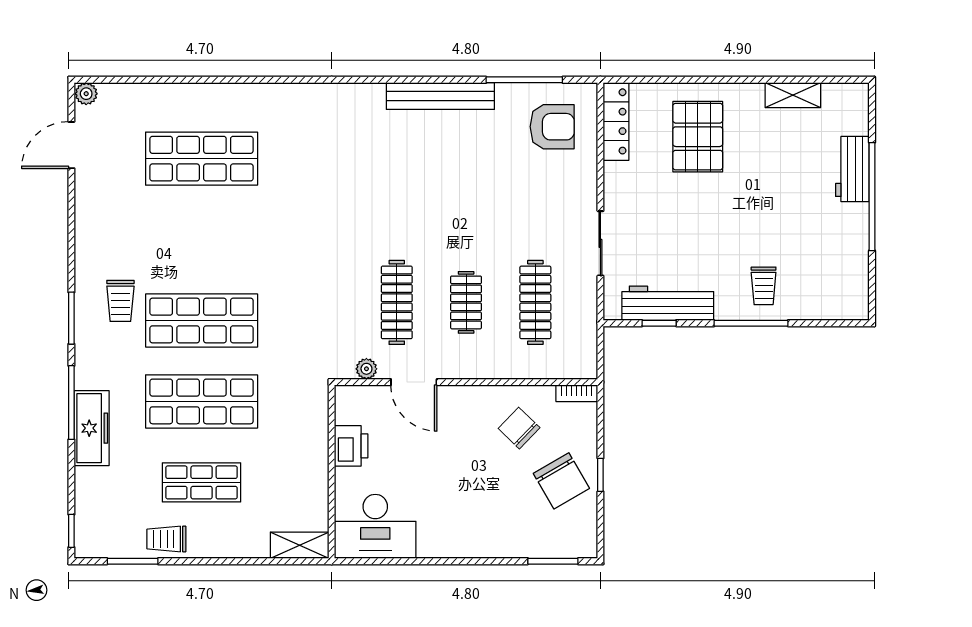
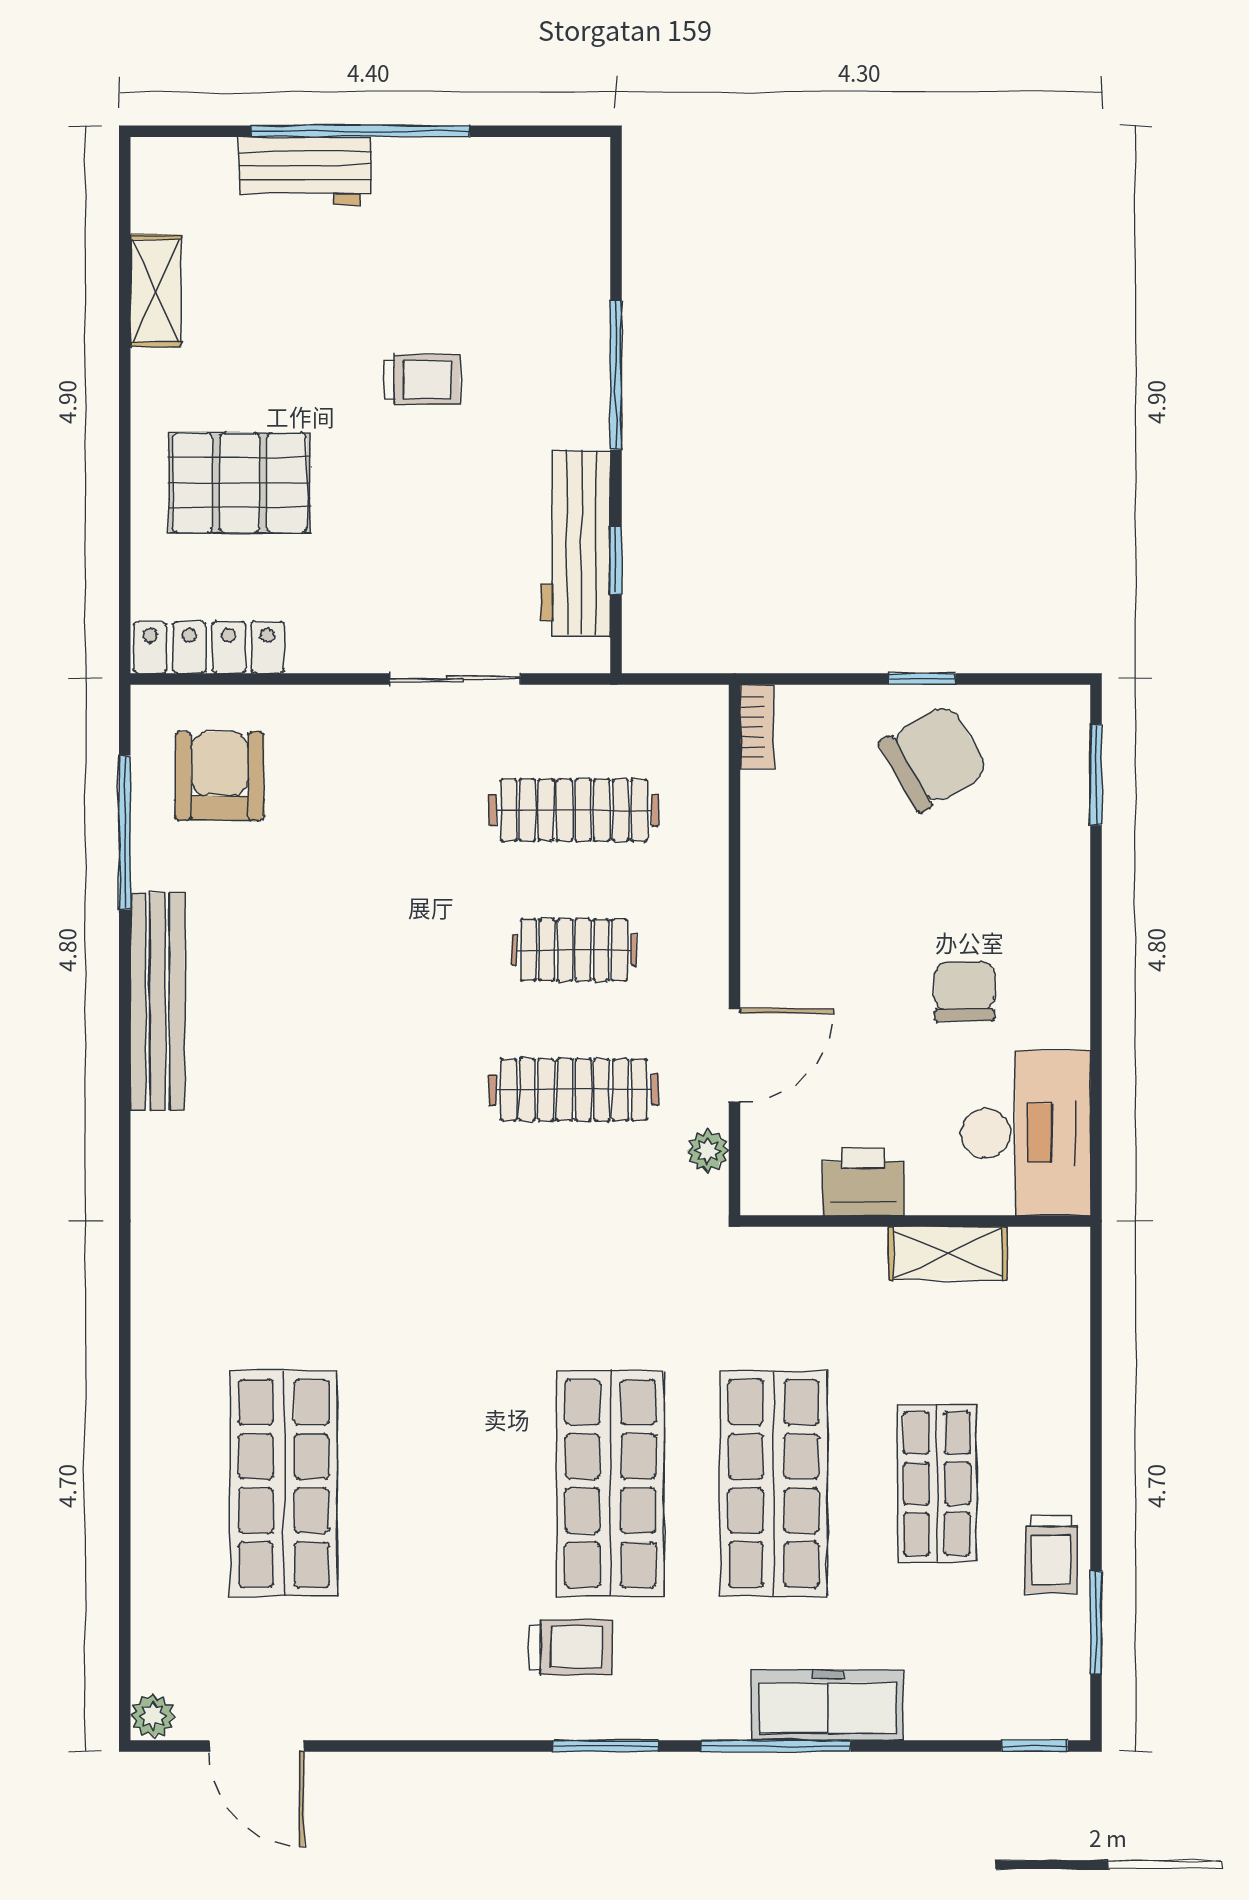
trolley: (764, 286) -> (422, 380), moved
chair: (519, 428) -> (964, 991), moved, turned 136
shelving: (300, 545) -> (948, 1253), moved, turned 90

